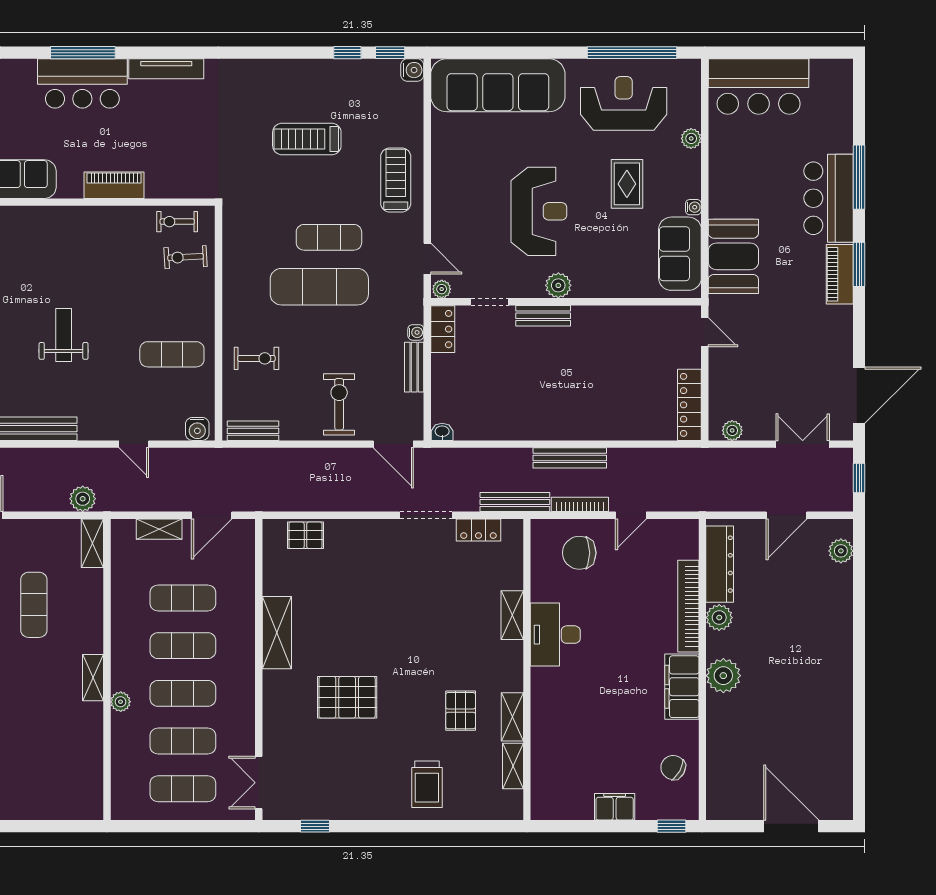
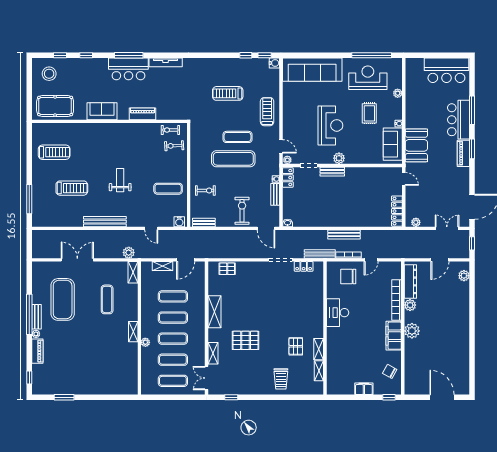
bar counter: (759, 86) -> (446, 70), moved
shelving: (512, 615) -> (213, 353), moved

